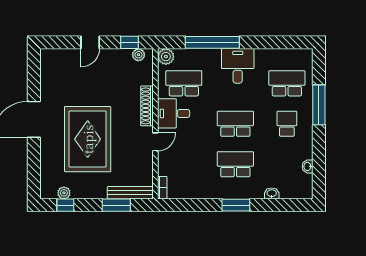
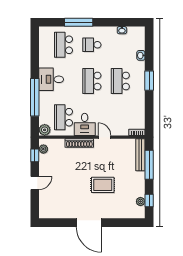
door: (90, 42) -> (35, 183), hinge flipped
rug: (88, 139) -> (103, 185), width x0.54, depth x0.49
window: (116, 205) -> (149, 165), width x1.44

